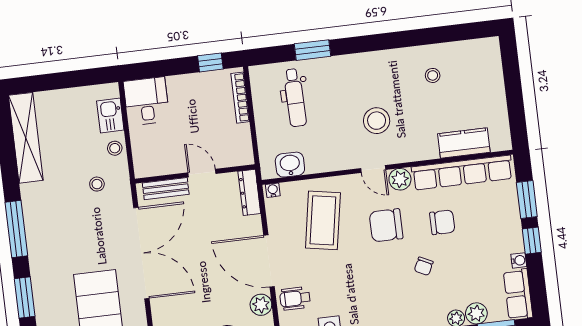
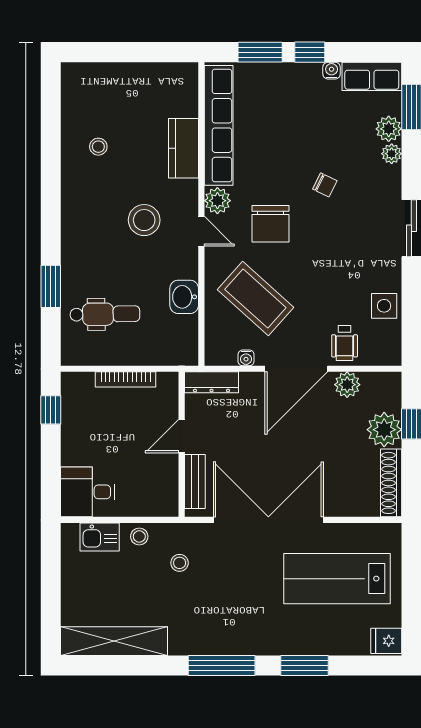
bookcase: (240, 98) -> (126, 379), moved
kitchen counter: (464, 143) -> (183, 148), moved
washbasin: (290, 165) -> (184, 297), moved
door: (373, 169) -> (201, 231), hinge flipped
water cooler: (273, 190) -> (246, 358), moved, turned -90
coffee table: (323, 220) -> (255, 298), turned 32
chair: (442, 222) -> (275, 156), removed

